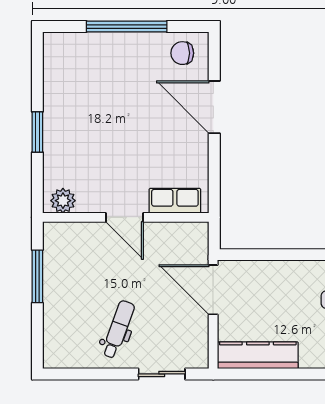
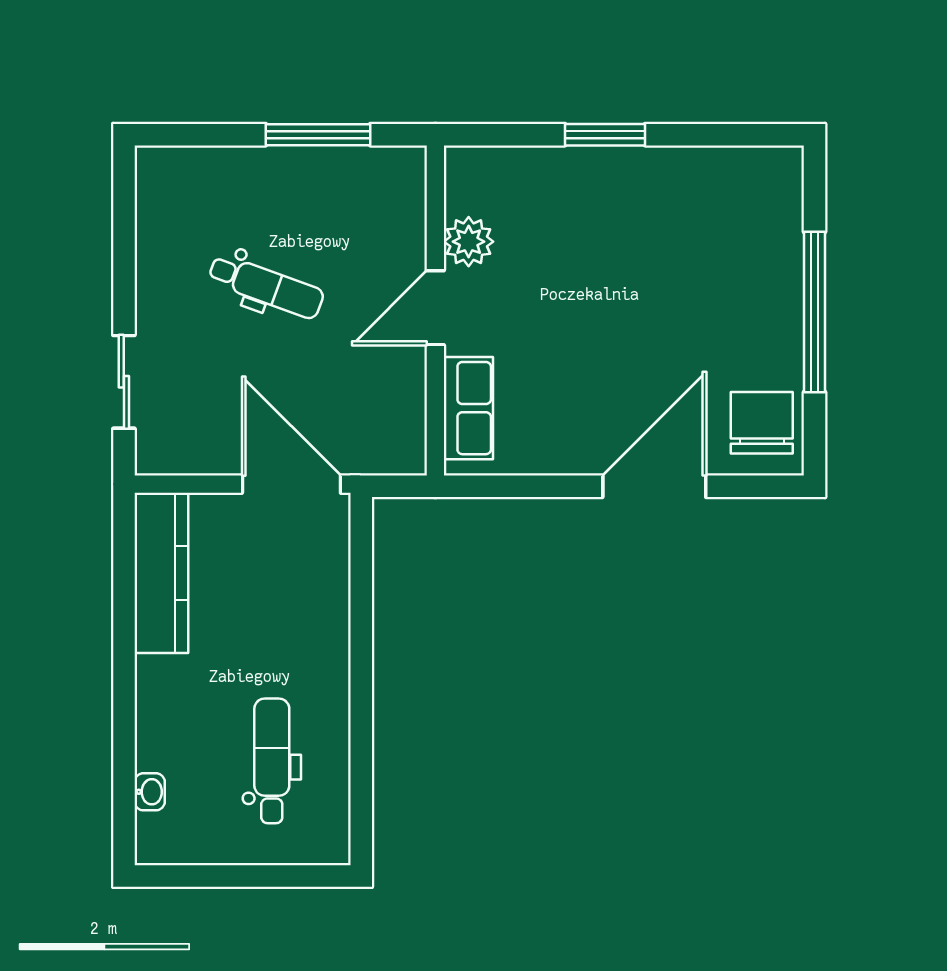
chair: (182, 53) -> (762, 423), width x1.37, depth x1.37
plant: (63, 201) -> (469, 242), moved
door: (213, 290) -> (291, 484), hinge flipped
dental chair: (118, 329) -> (266, 286), moved

